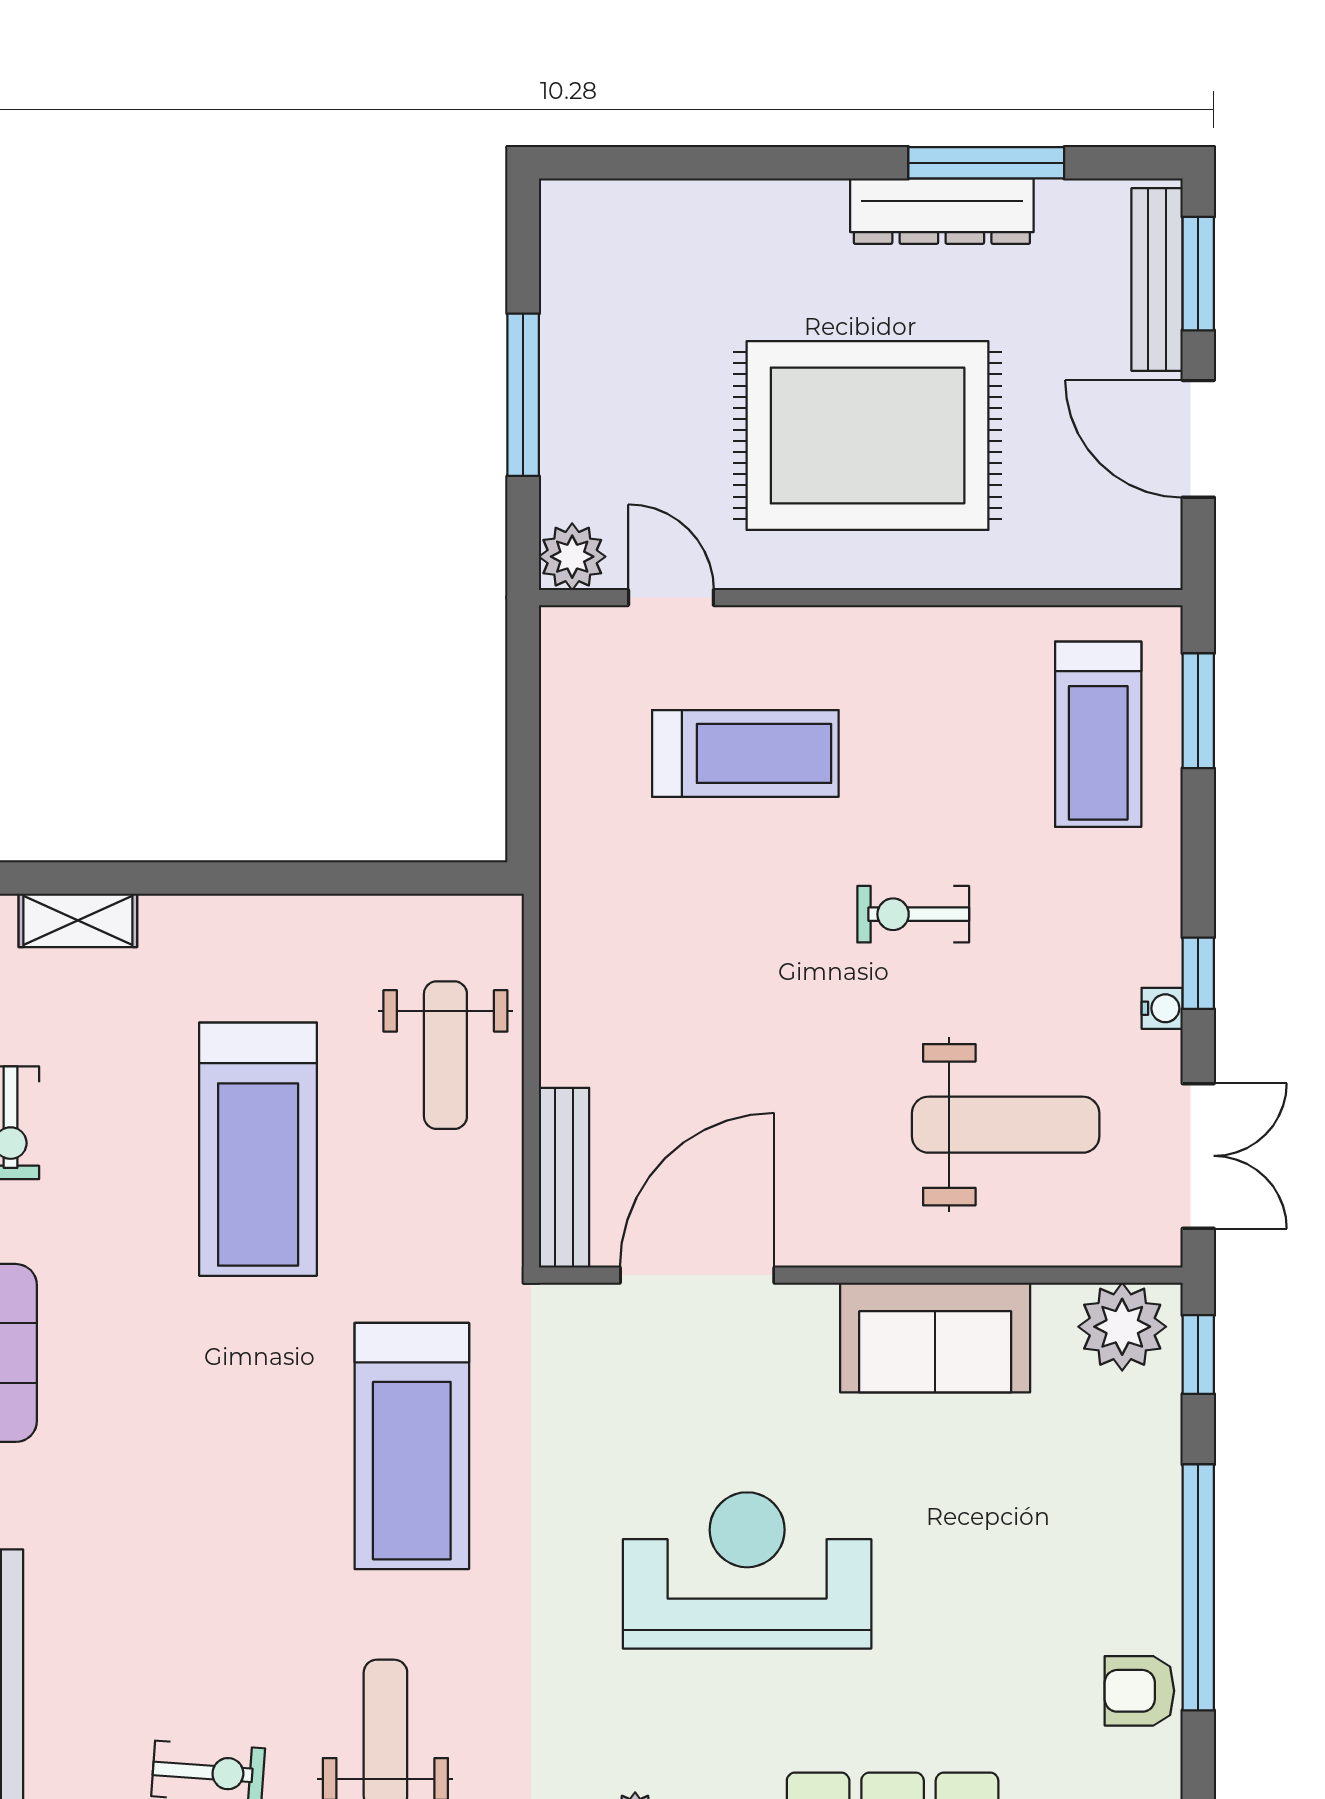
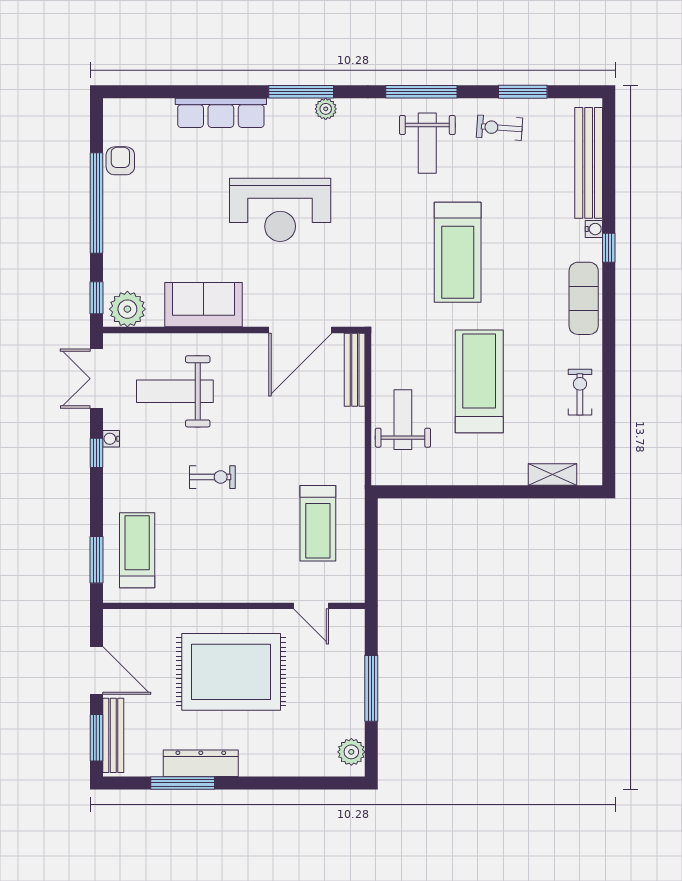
plant: (572, 557) -> (351, 752), moved
treadmill: (745, 753) -> (318, 523), moved, turned -90
treadmill: (412, 1446) -> (458, 252), moved, turned 180
armchair: (1139, 1691) -> (120, 161), turned -90

